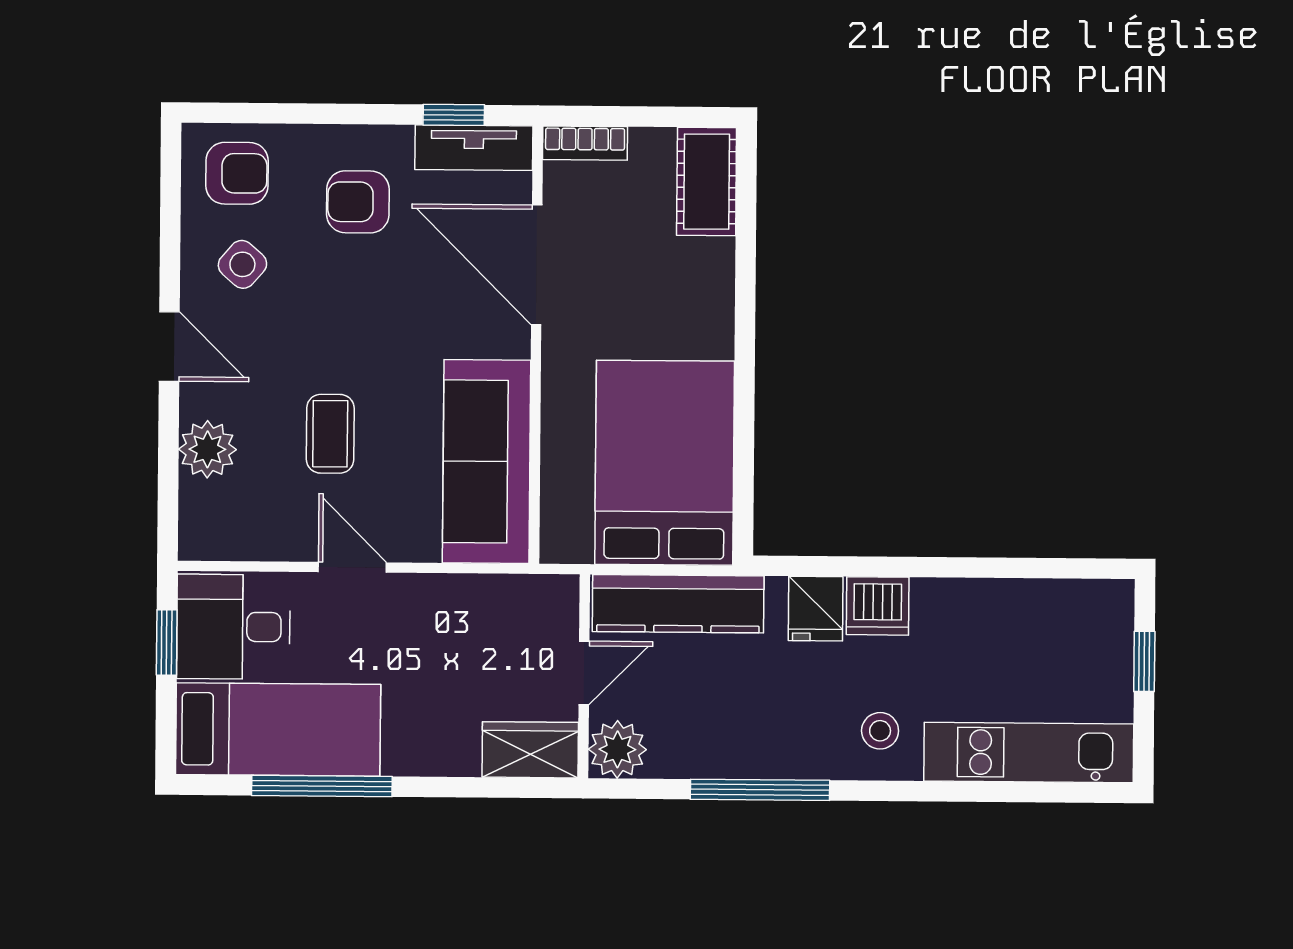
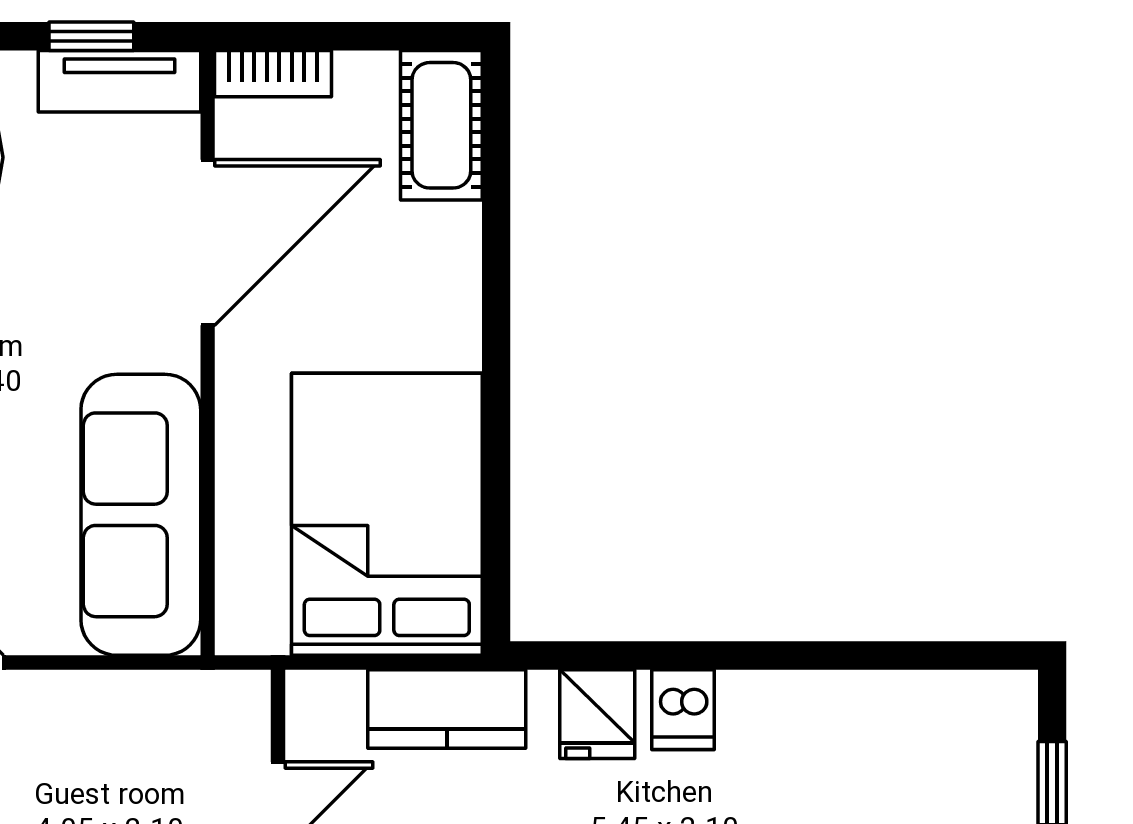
door: (537, 265) -> (208, 242), swing flipped
kitchen counter: (678, 604) -> (447, 709), width x0.67
dishwasher: (878, 606) -> (683, 710), width x0.73

